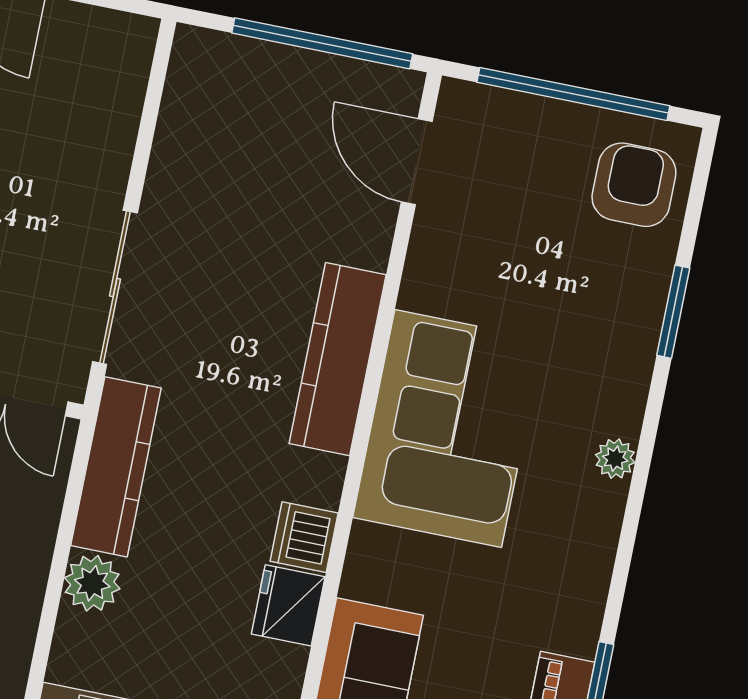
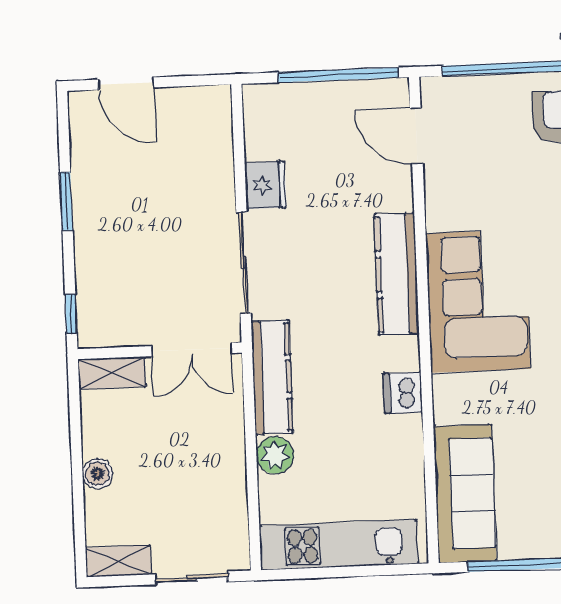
fridge: (288, 605) -> (265, 185), moved, turned 180

